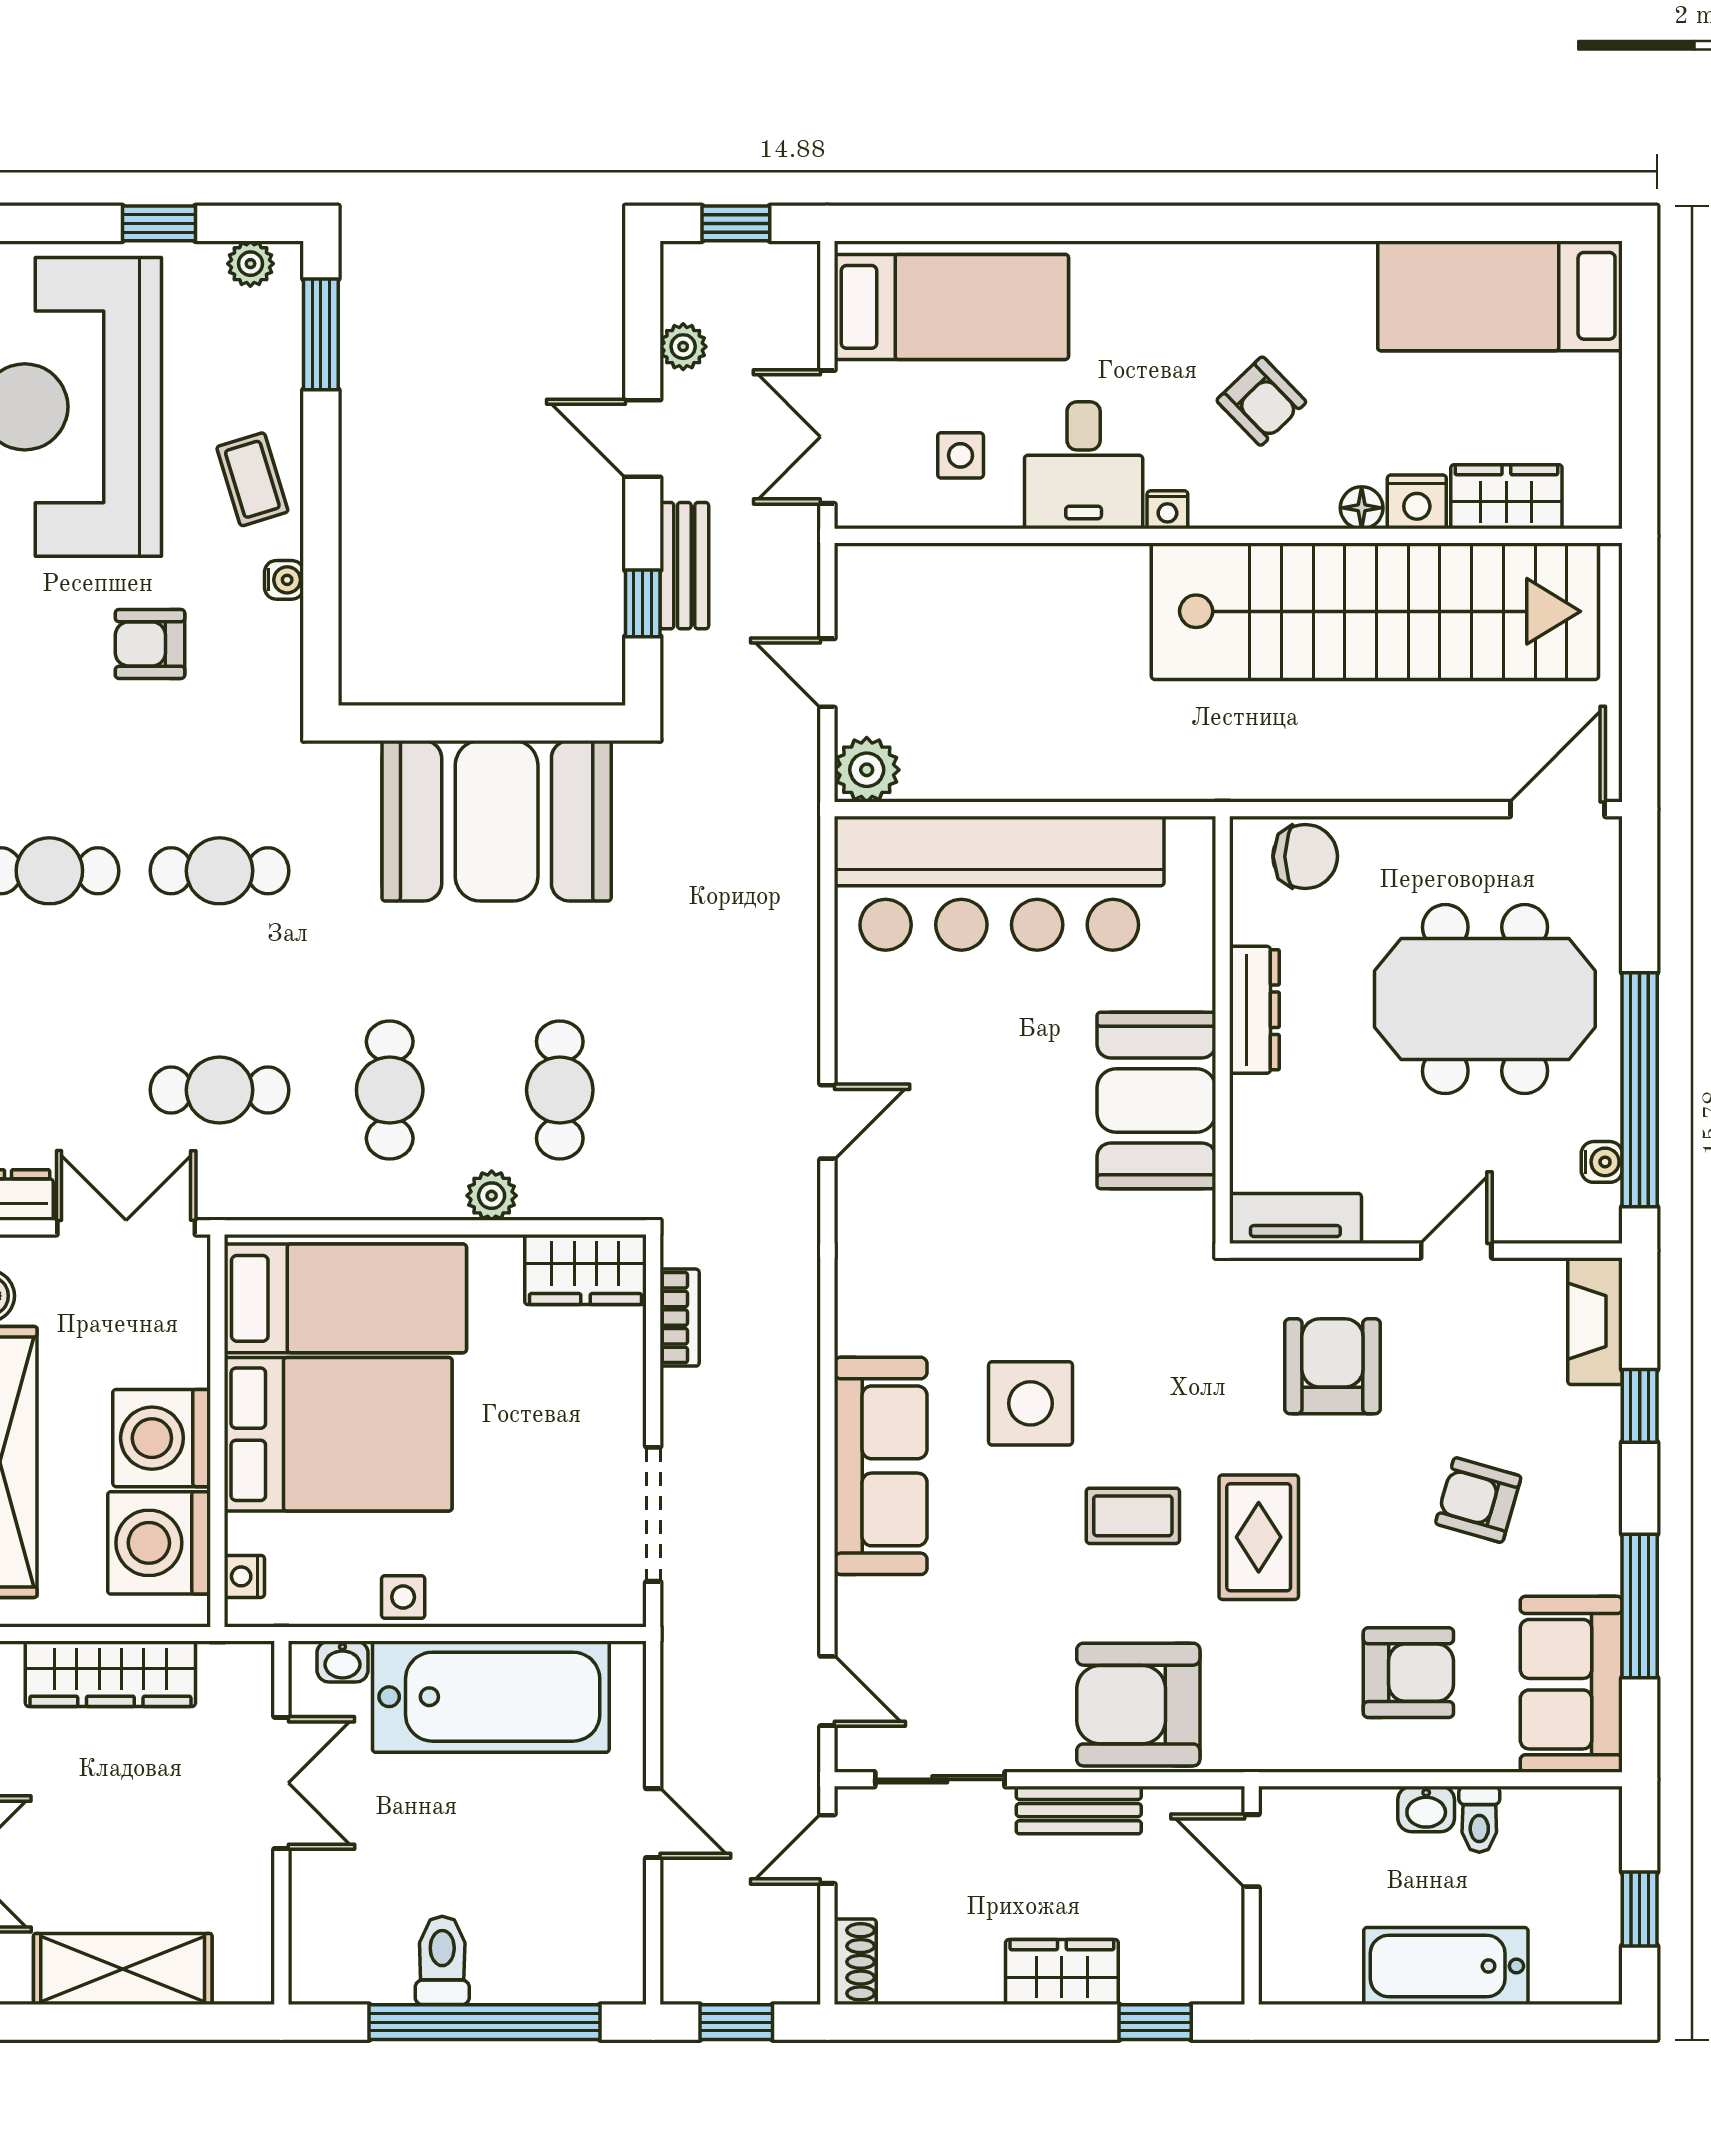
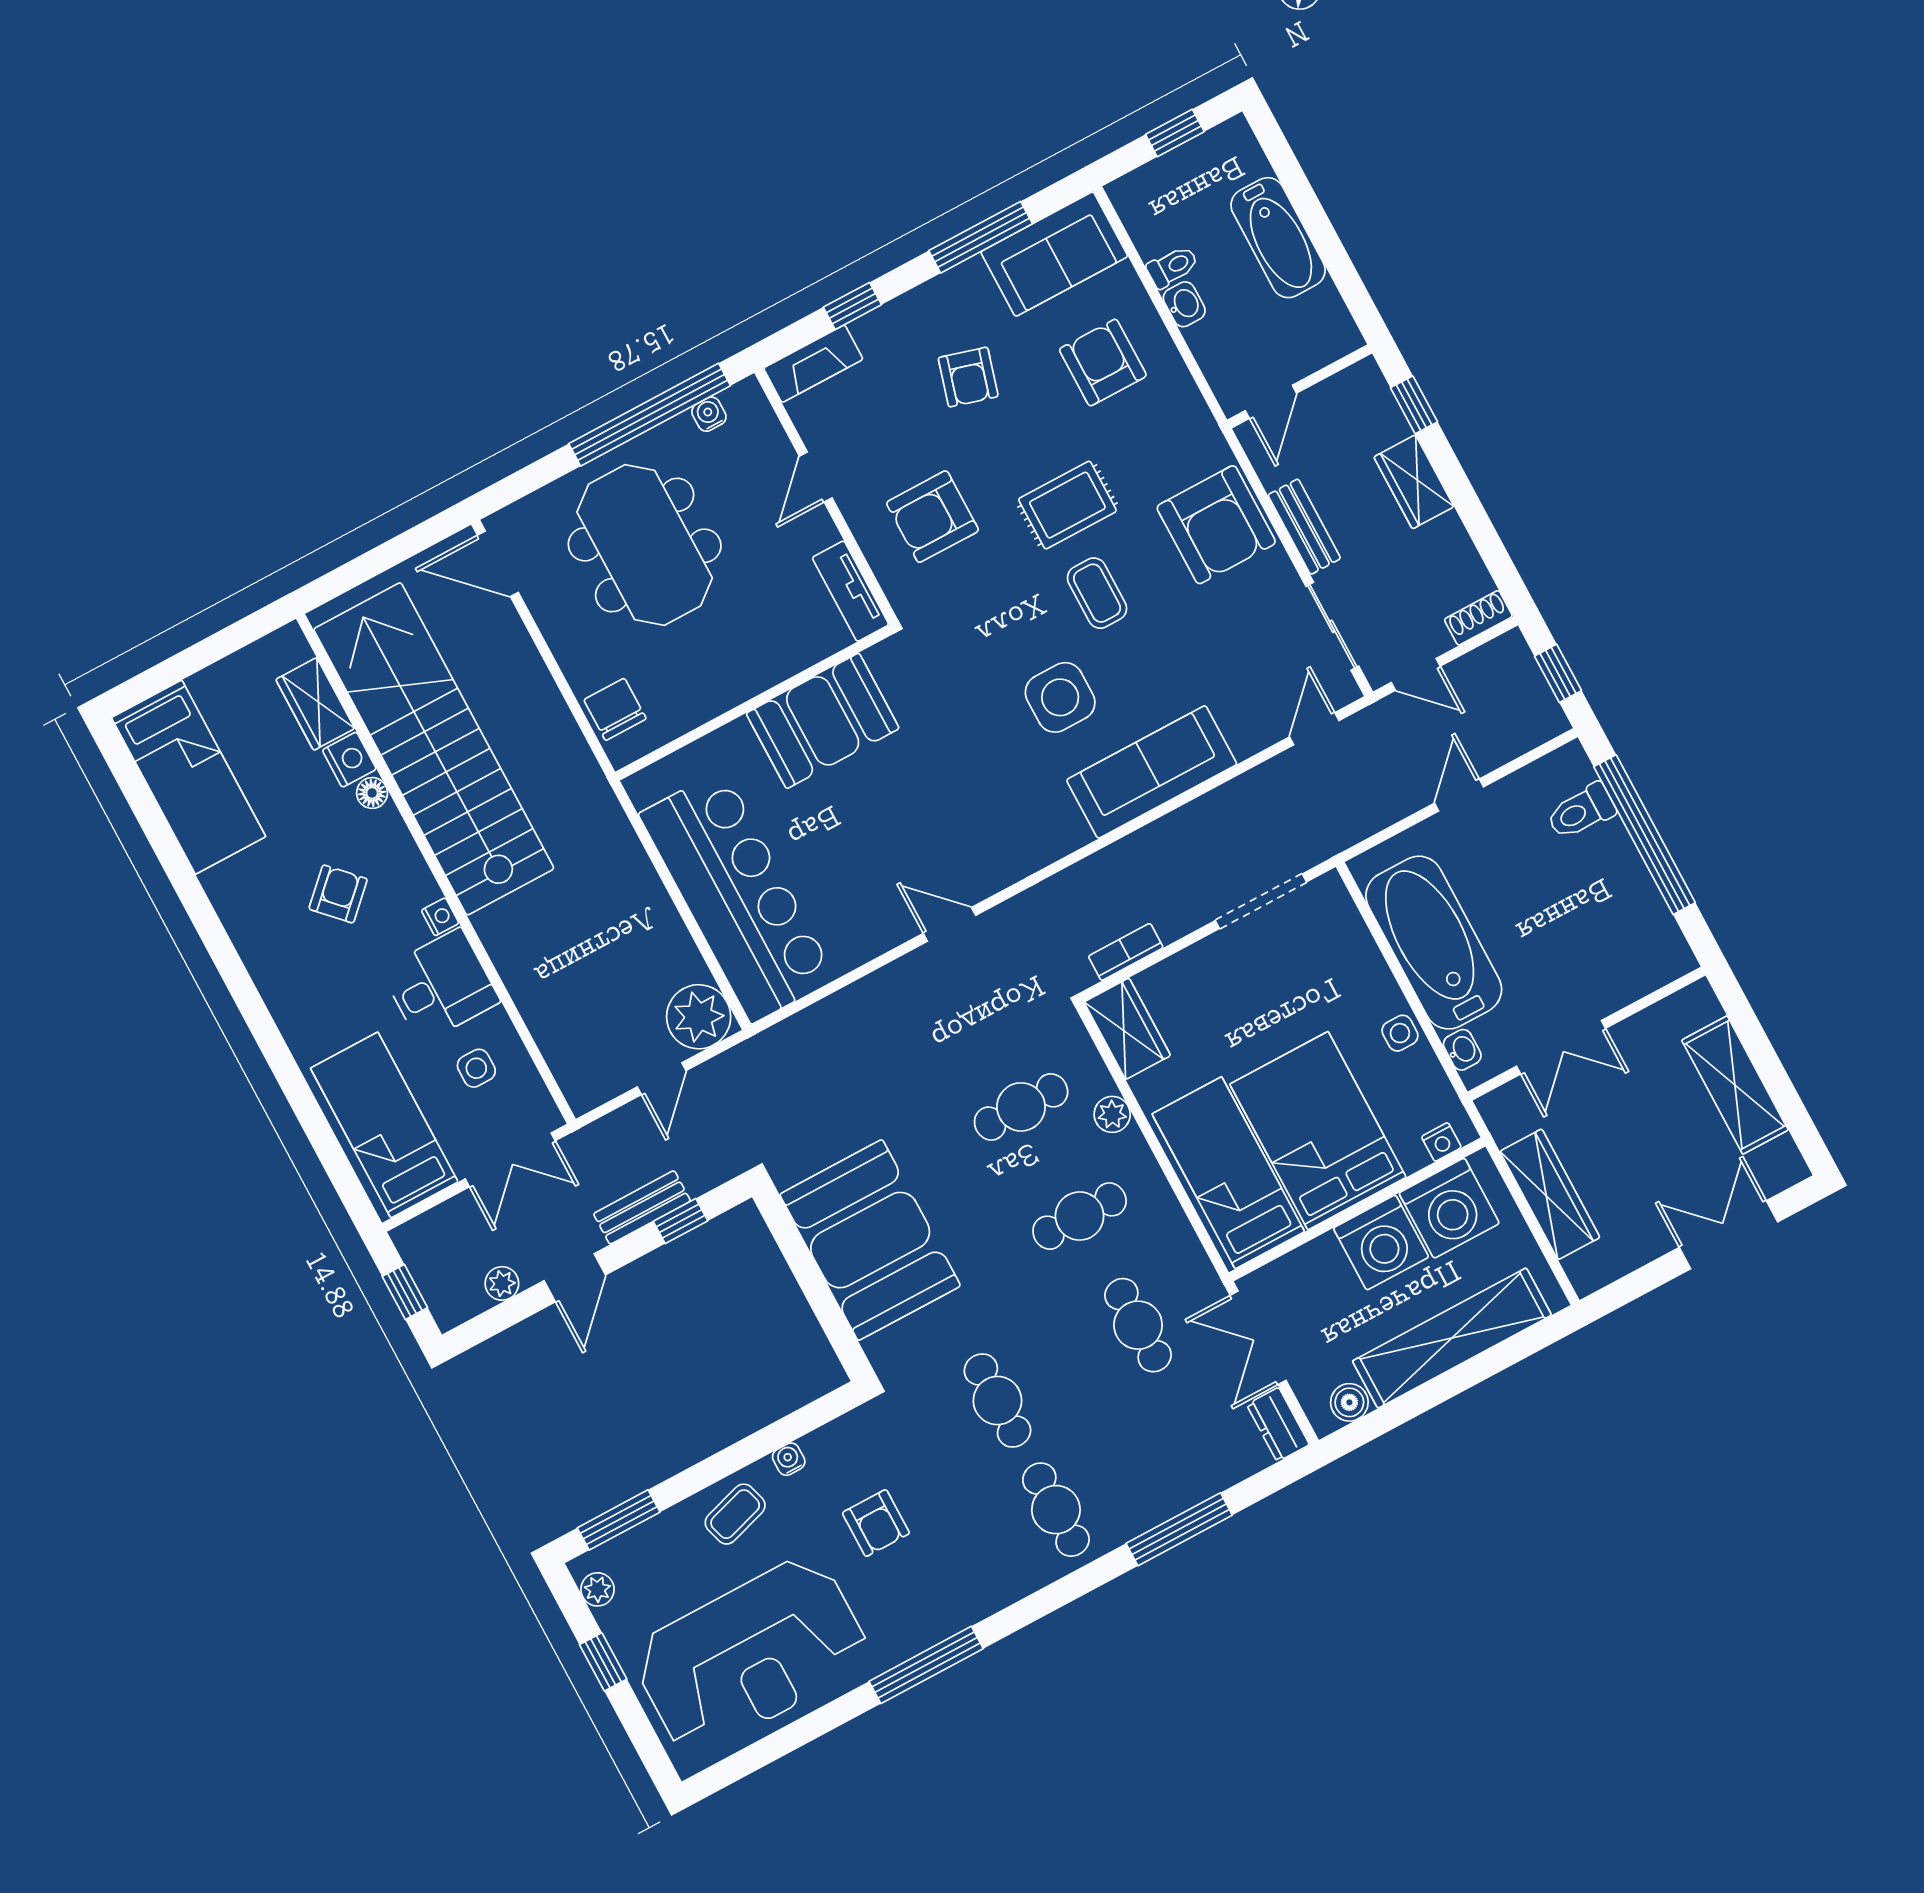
plant: (867, 770) -> (699, 1017), width x1.36, depth x1.36
dresser: (1254, 1010) -> (731, 689), removed
door: (1456, 1251) -> (816, 477), hinge flipped
double door: (281, 1783) -> (1561, 1047), swing flipped
toilet: (442, 1960) -> (1581, 811), moved

